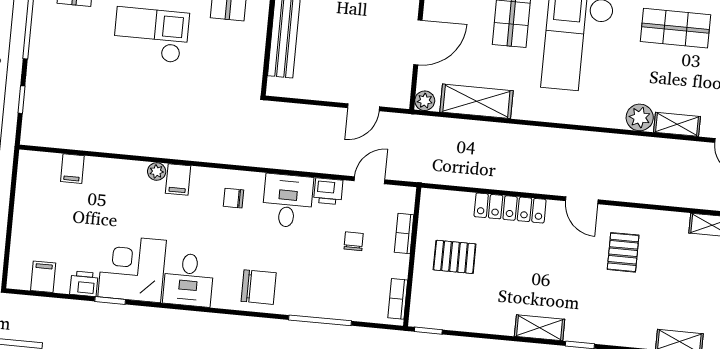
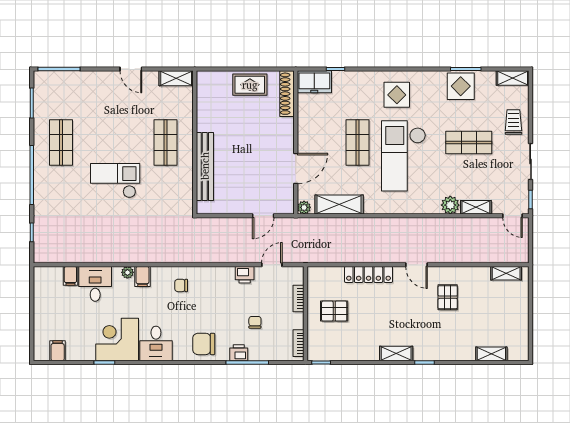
desk: (288, 201) -> (95, 284), moved
chair: (354, 241) -> (255, 322), moved
printer: (84, 284) -> (239, 353), moved
chair: (259, 287) -> (204, 344), turned 180

